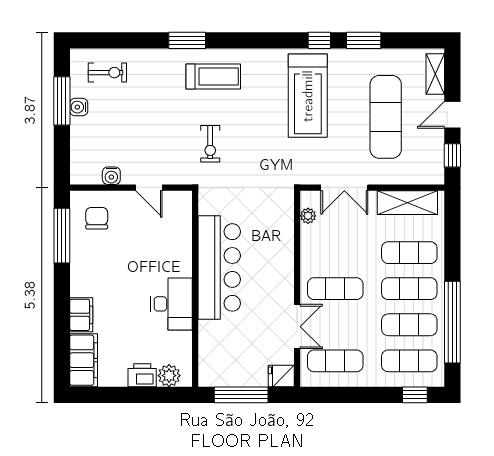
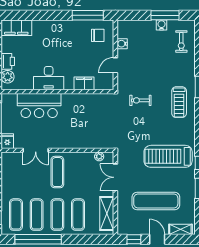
bar counter: (219, 267) -> (39, 106), moved, width x0.73
filing cabinet: (81, 315) -> (84, 83), moved, turned 180
exercise mat: (335, 361) -> (16, 172), removed

